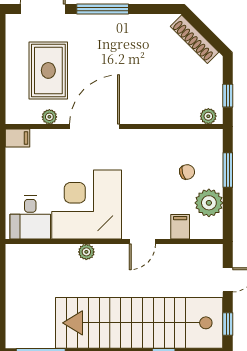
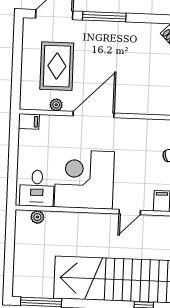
plant: (86, 252) -> (37, 217), moved

